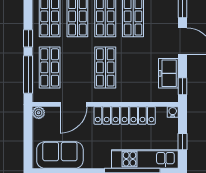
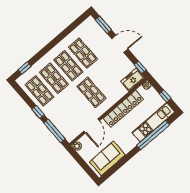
shop shelf: (50, 67) -> (63, 117), removed
freezer: (168, 73) -> (133, 80), moved, turned 90

